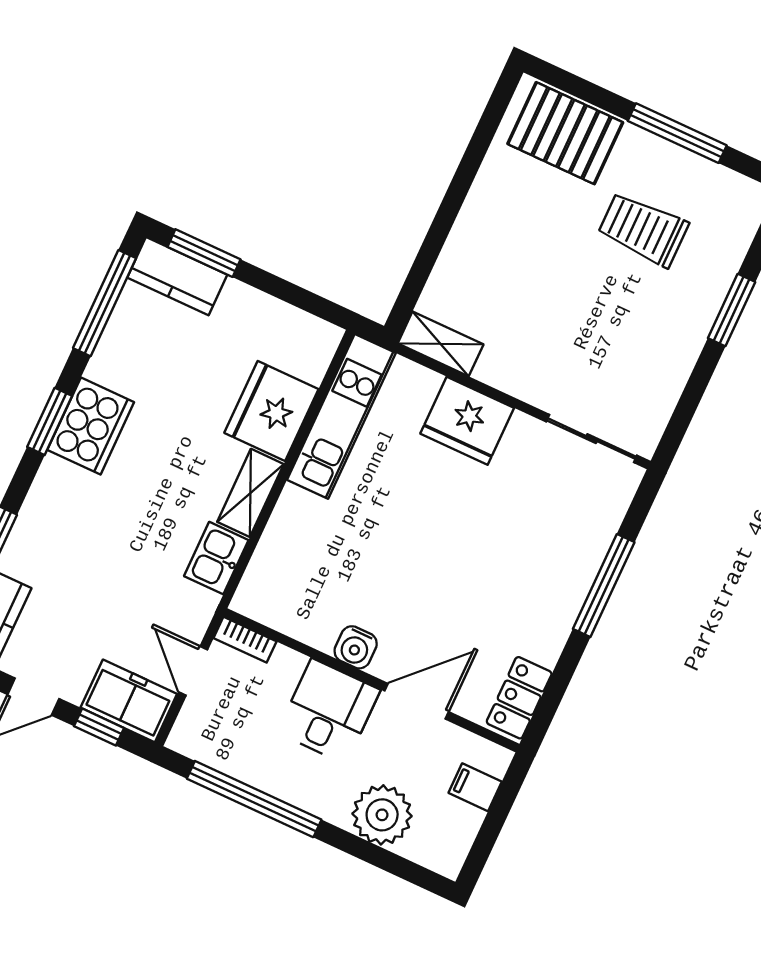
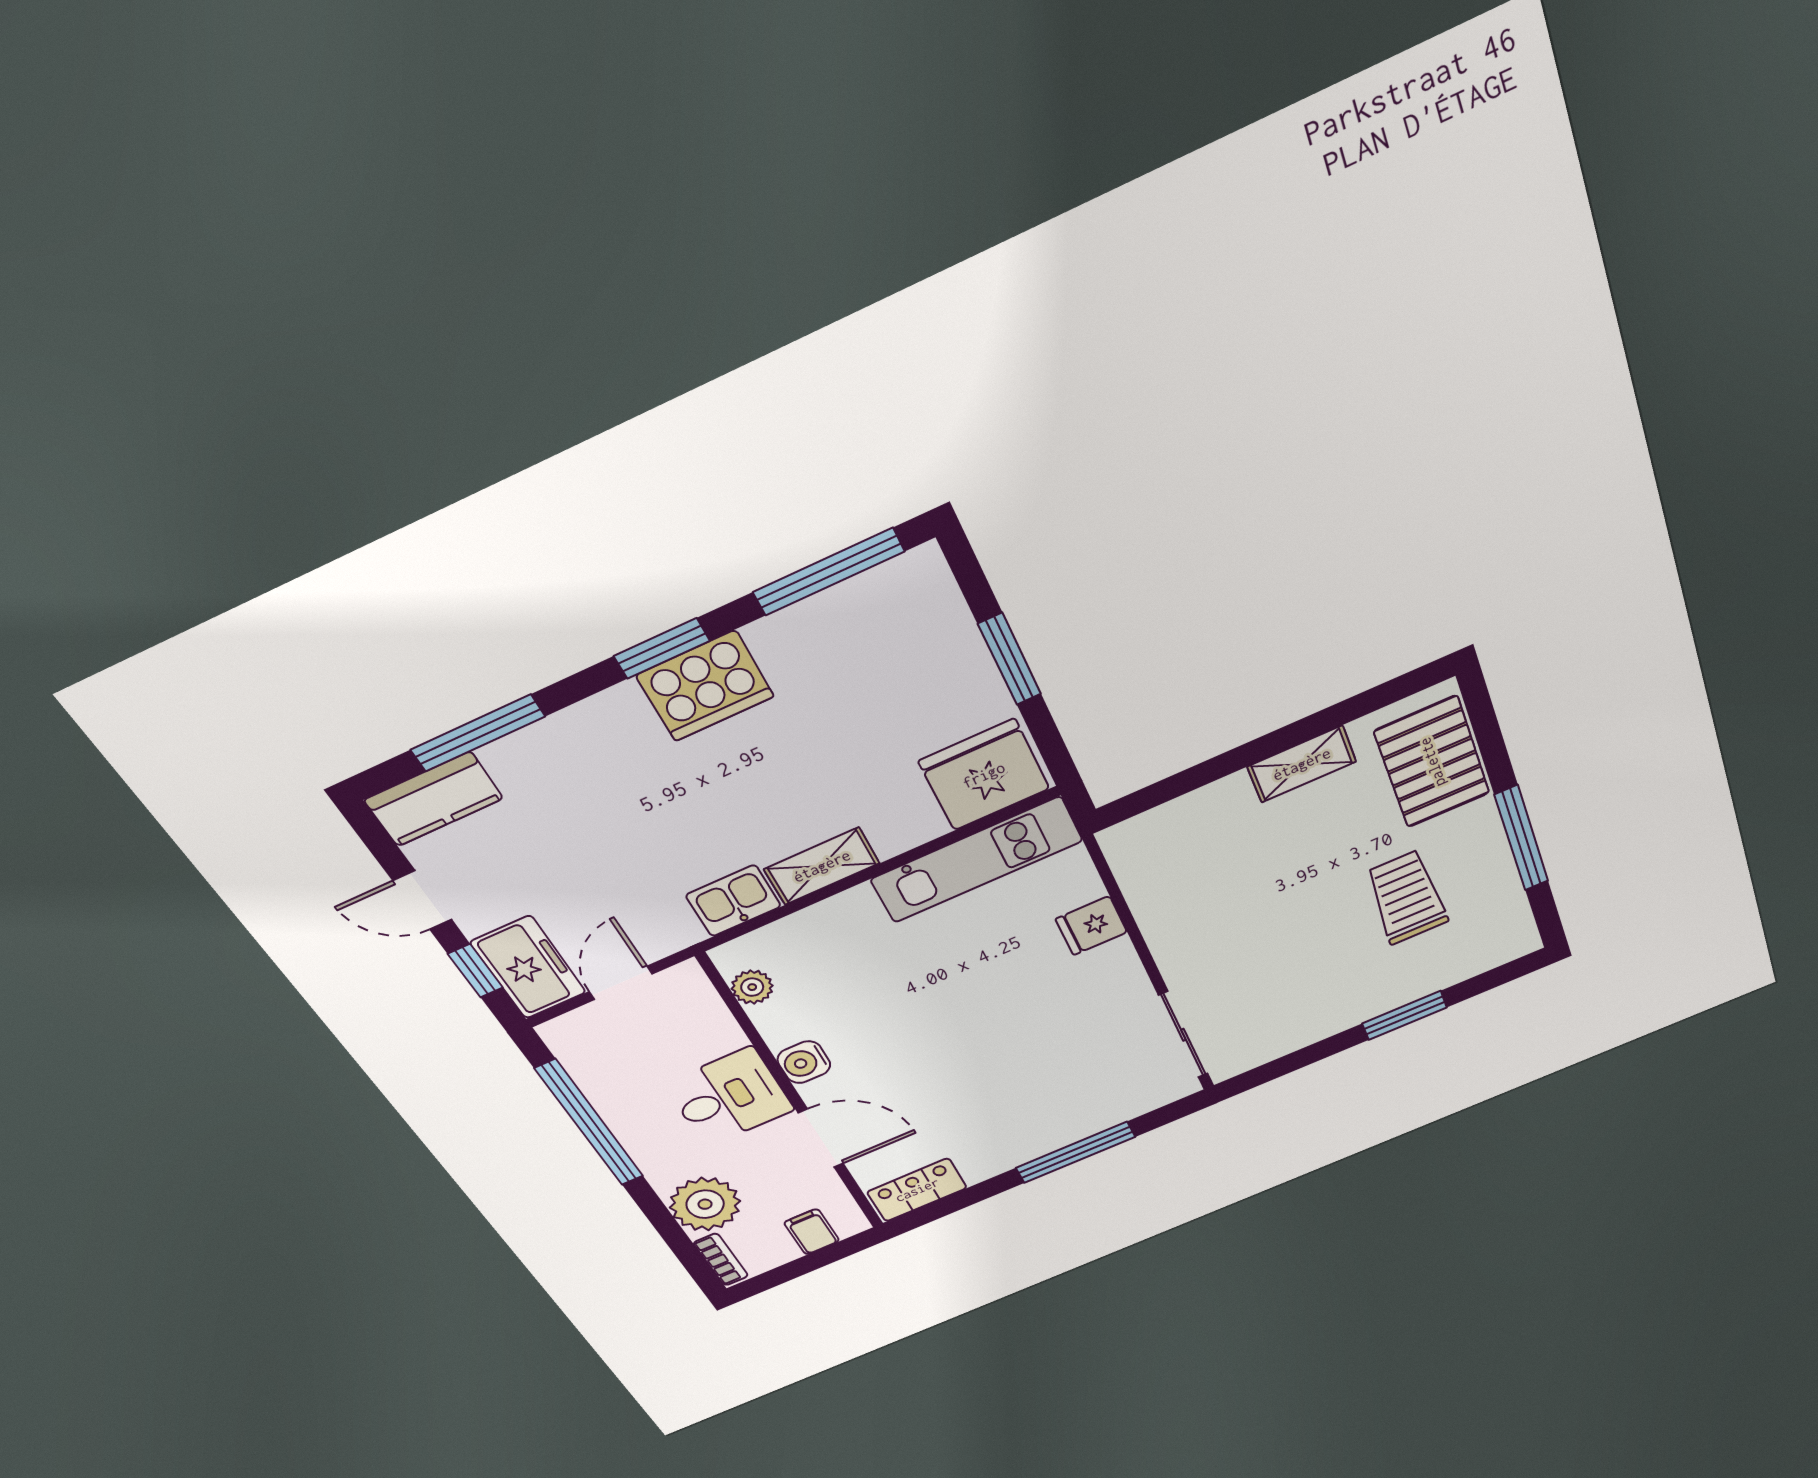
window: (204, 253) -> (1010, 659), moved
kitchen counter: (177, 276) -> (933, 605), removed
shelving: (441, 344) -> (1302, 764), moved, turned 90
fridge: (271, 411) -> (984, 775), moved
fridge: (467, 421) -> (1091, 926), width x0.53, depth x0.75
plant: (277, 613) -> (752, 987), added
bookcase: (245, 640) -> (721, 1259), moved, turned 180

